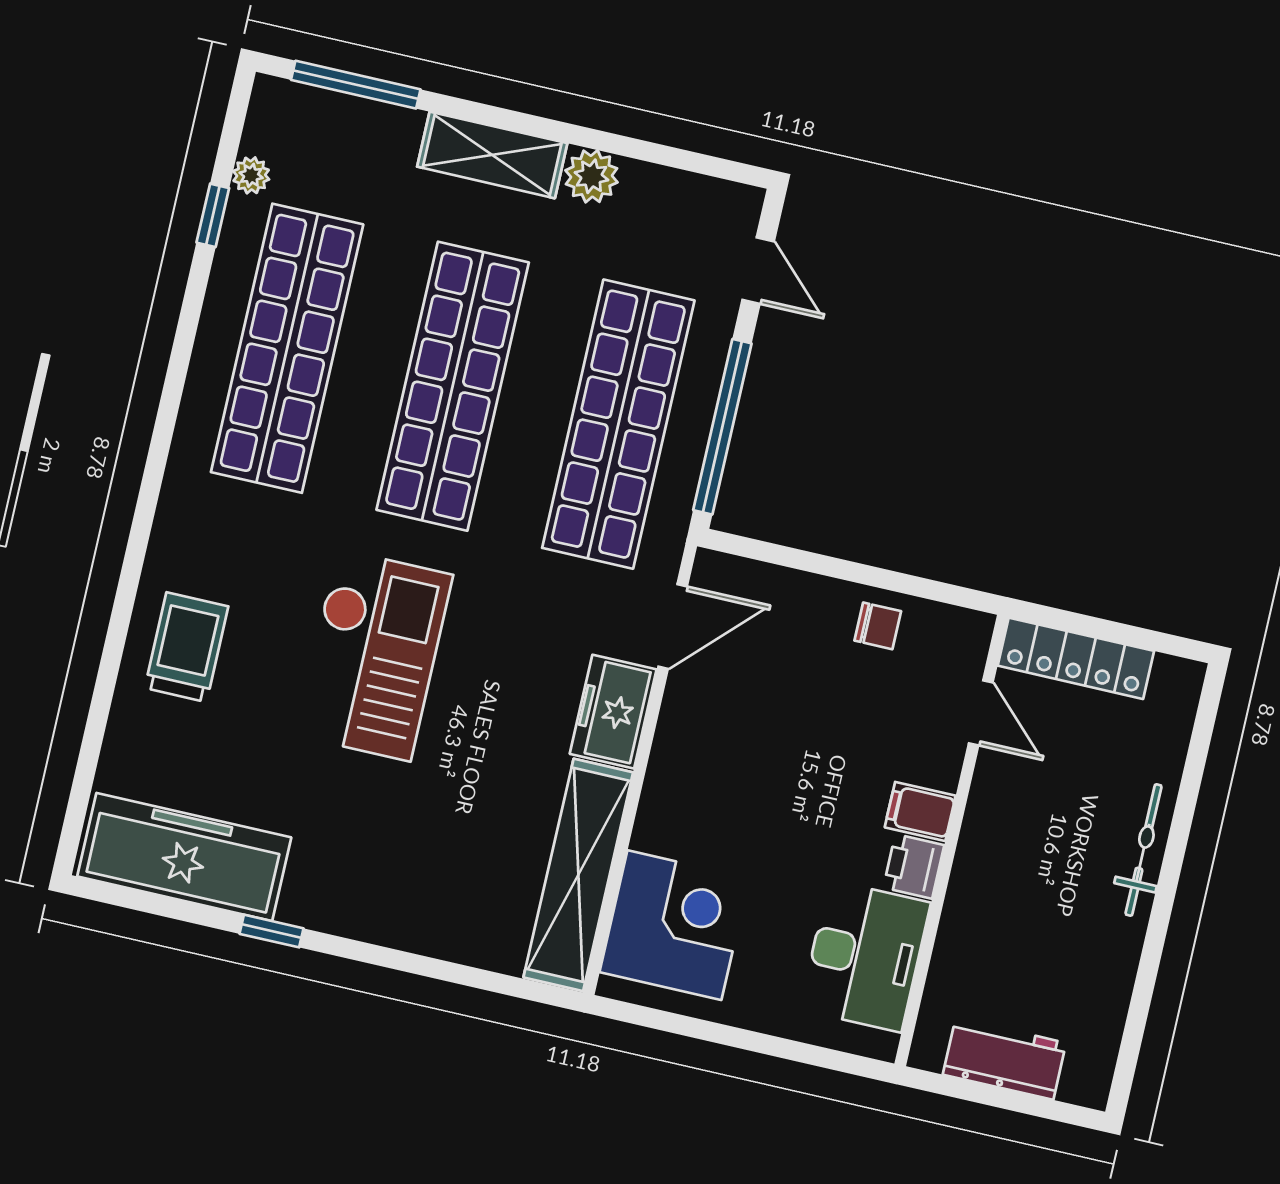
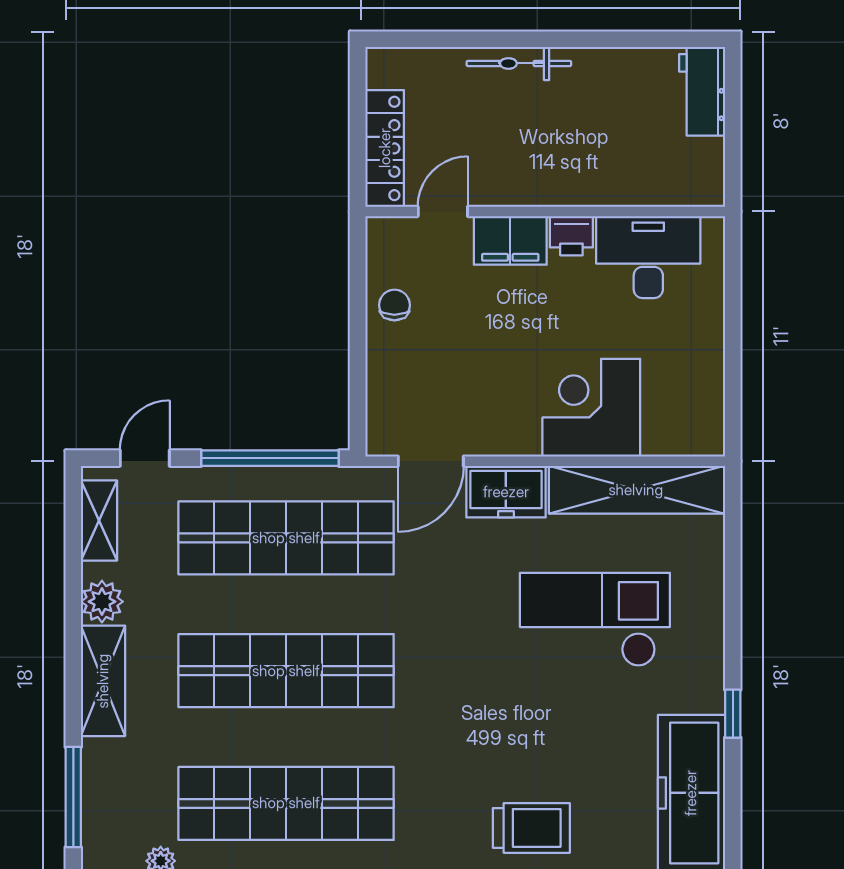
shelving: (693, 196) -> (99, 520), added
door: (673, 627) -> (431, 461), swing flipped
trolley: (186, 647) -> (531, 828), turned 180
checkout: (374, 655) -> (595, 620), moved
filing cabinet: (920, 811) -> (510, 240), width x2.00
corner desk: (674, 925) -> (591, 408), moved
workbench: (1005, 1059) -> (702, 91), moved

